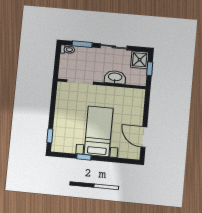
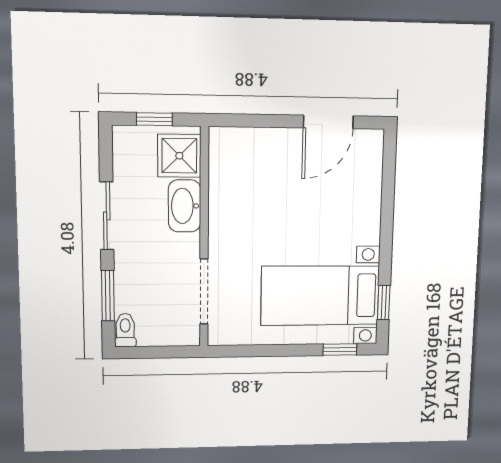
shower: (140, 60) -> (179, 156), moved
bed with nightstands: (99, 131) -> (320, 296), moved
window: (84, 157) -> (384, 303), moved

